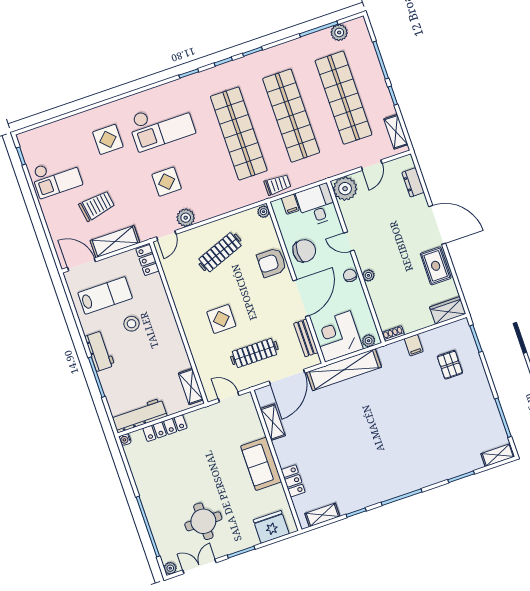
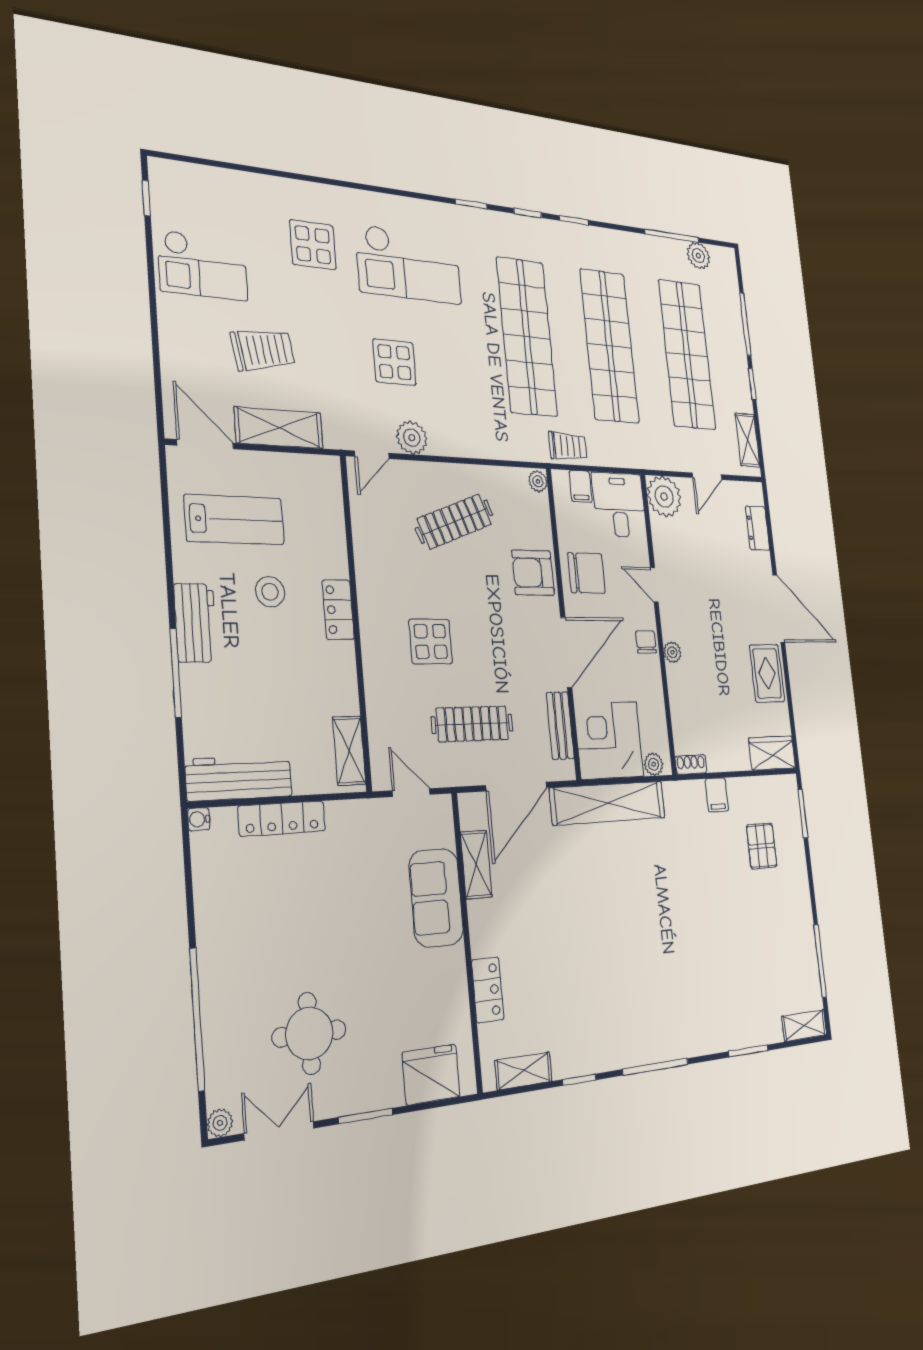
locker: (148, 260) -> (338, 610), moved
sofa: (261, 464) -> (436, 898), moved

